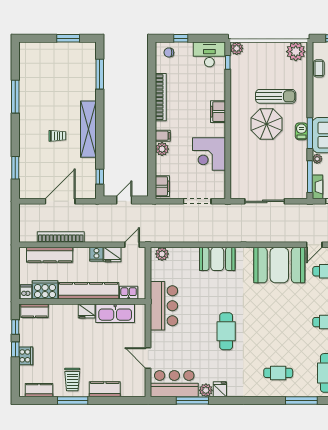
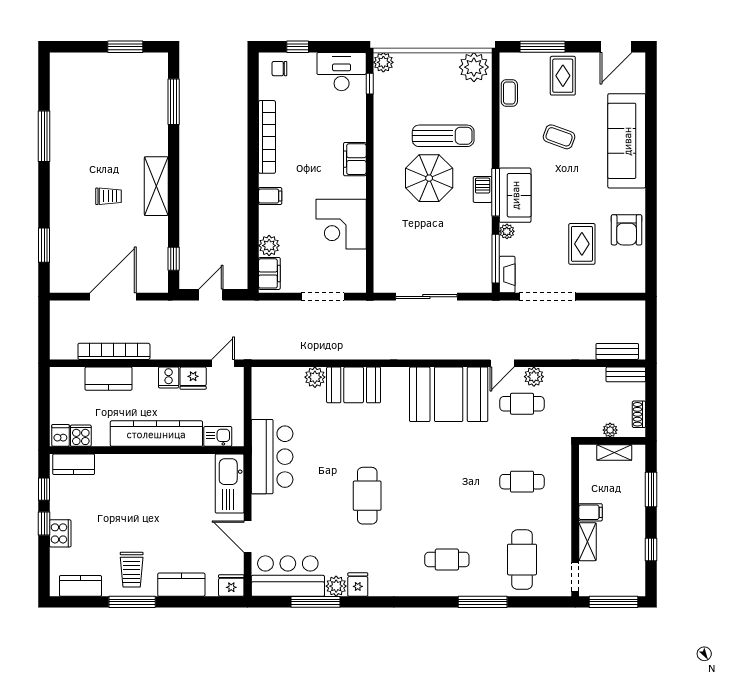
shelving: (88, 129) -> (156, 186), width x0.68
plant: (162, 149) -> (269, 246), moved
plant: (162, 254) -> (315, 377), moved
kitchen counter: (50, 255) -> (109, 379), width x0.67
cooker: (45, 290) -> (81, 436), width x0.53, depth x0.76
fridge: (87, 311) -> (231, 586), moved, turned 180
kitchen sink: (115, 313) -> (230, 484), moved, turned 90

